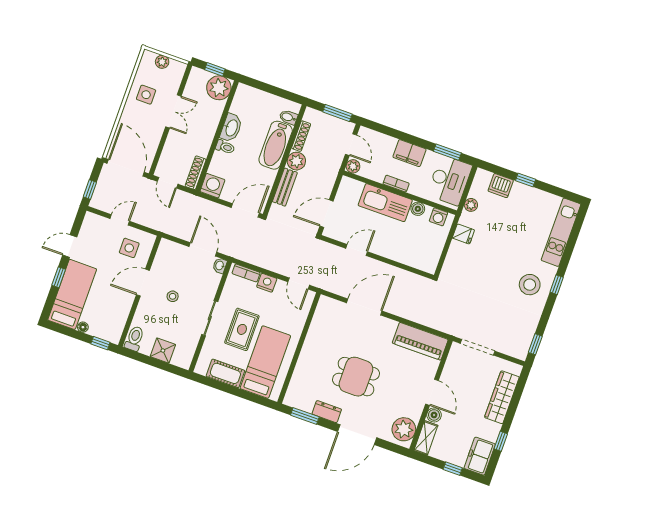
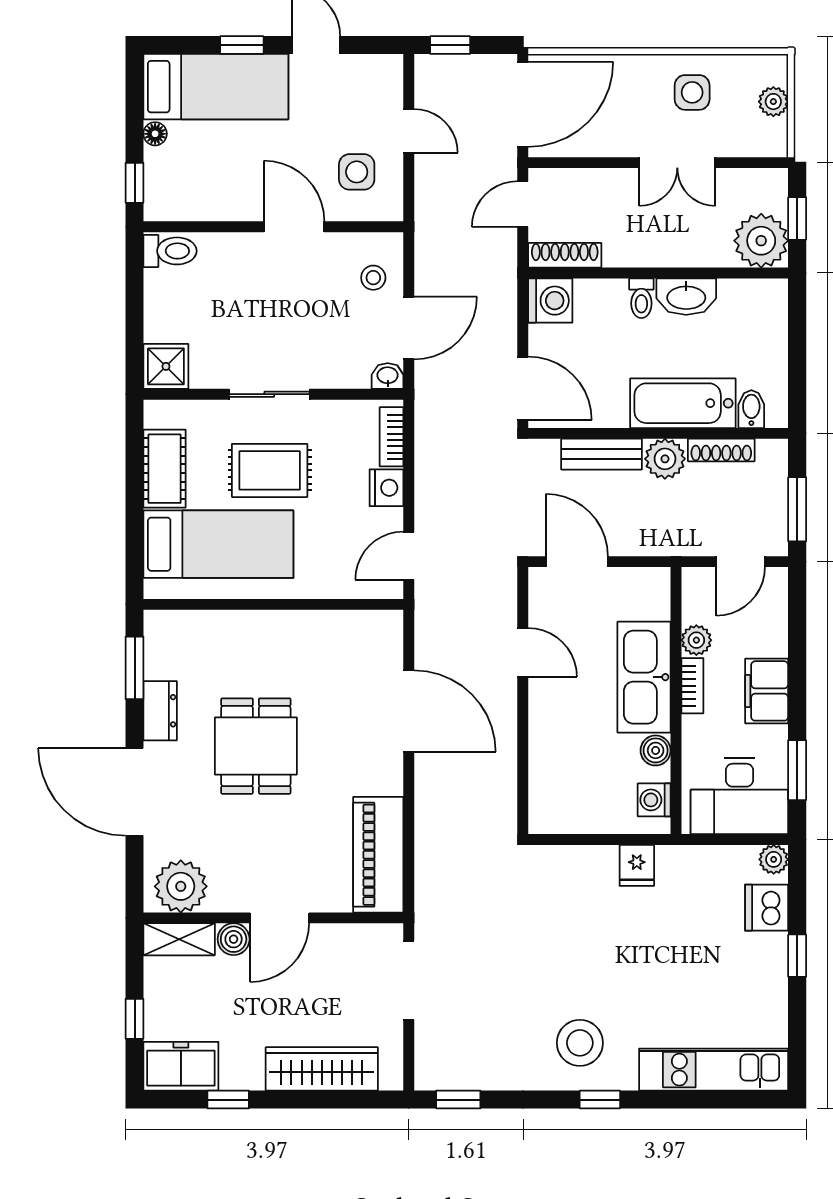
plant: (353, 166) -> (696, 640), moved
plant: (471, 205) -> (774, 859), moved
stool: (173, 296) -> (373, 278), moved
shower: (163, 351) -> (166, 366), moved

